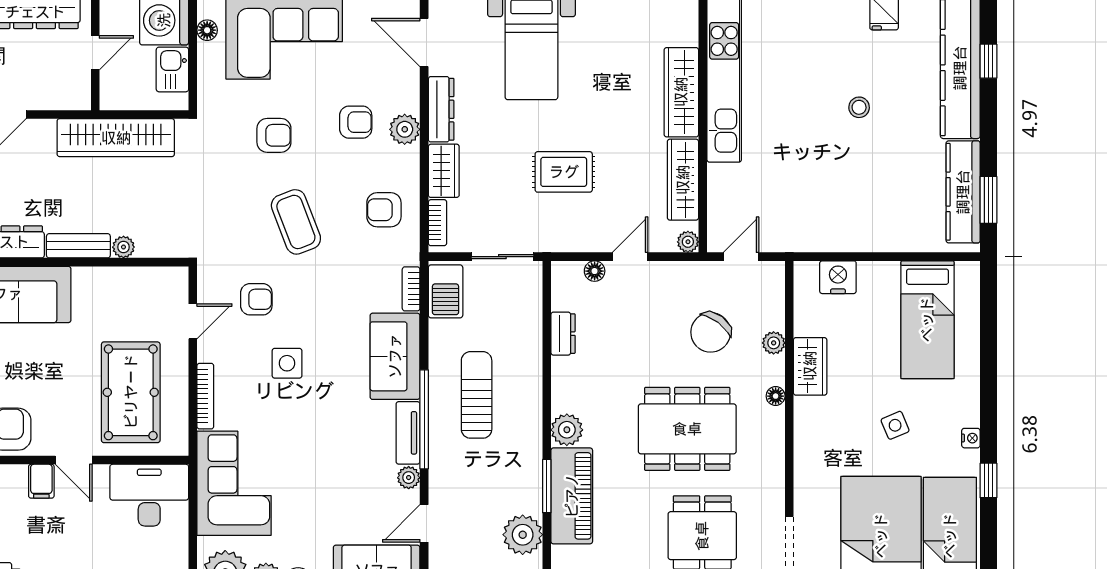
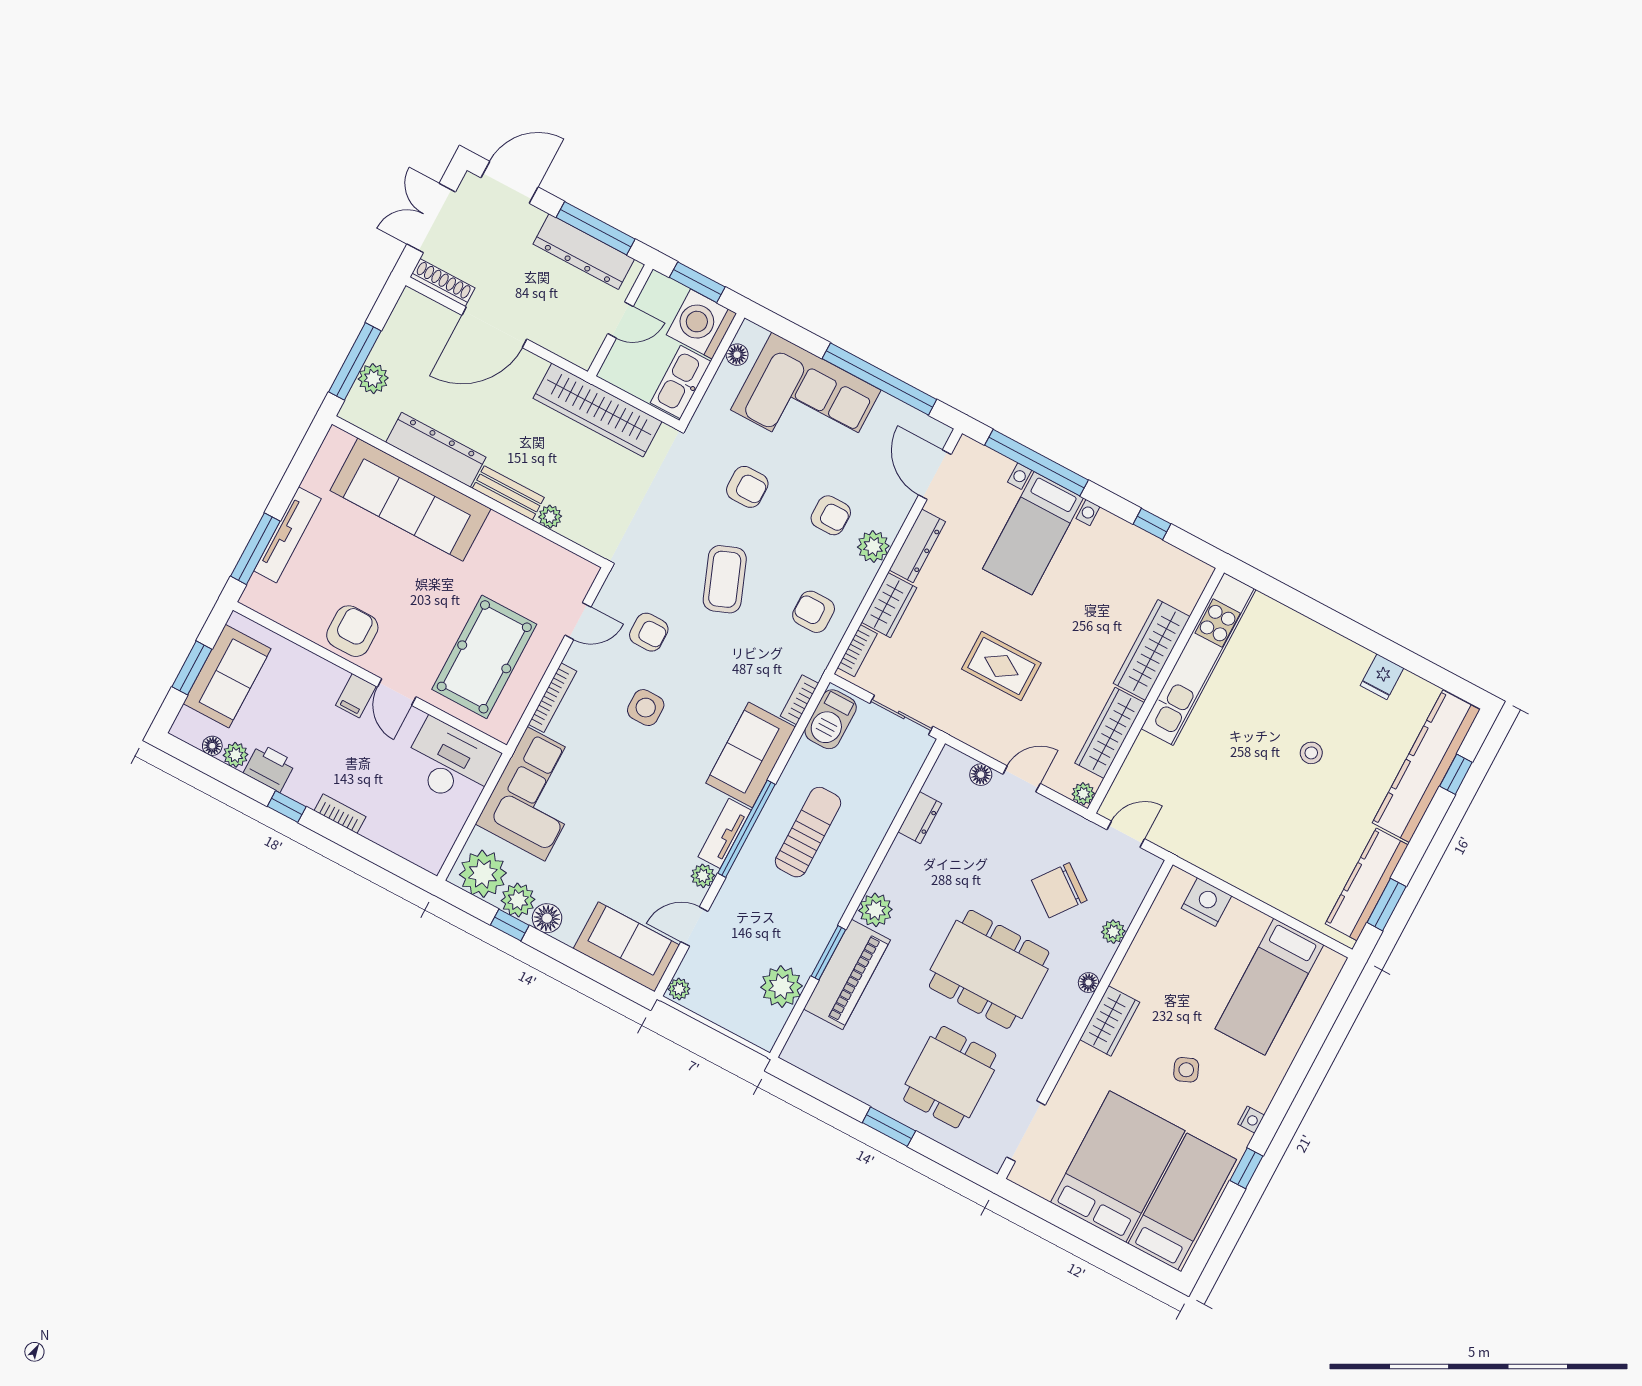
kitchen sink: (172, 69) -> (681, 382), width x1.38
wardrobe: (810, 366) -> (1110, 1021), moved

